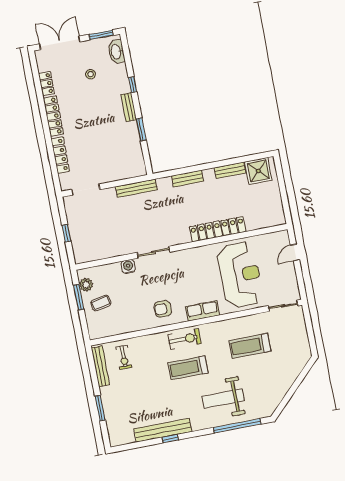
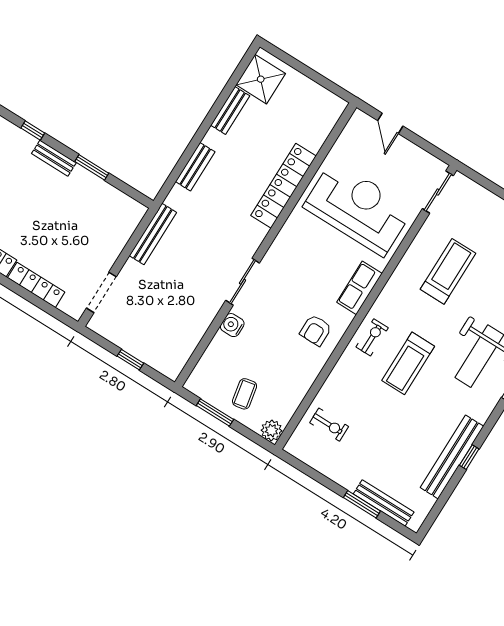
plant: (86, 285) -> (272, 430), moved
exercise bike: (184, 339) -> (372, 337), width x0.73, depth x0.72
treadmill: (250, 346) -> (448, 271), turned 180
bench: (100, 366) -> (384, 503), moved

